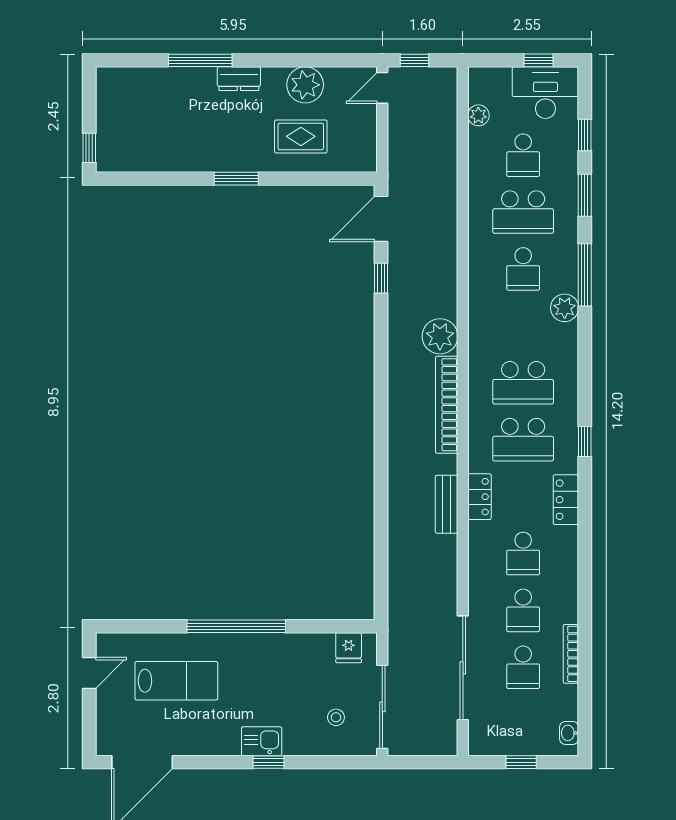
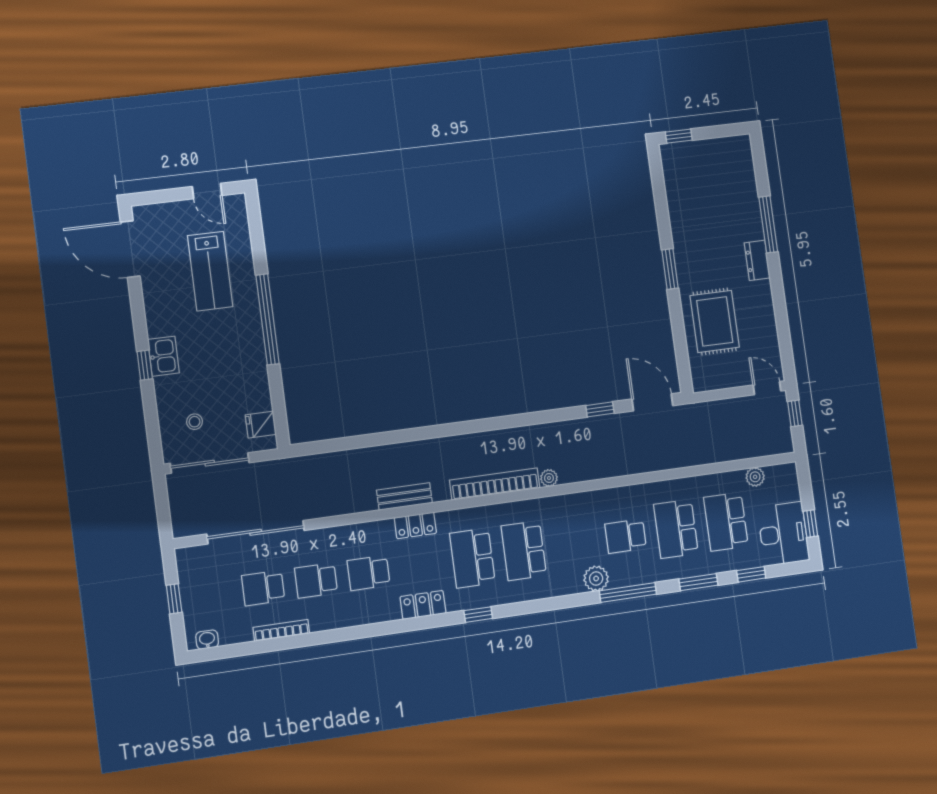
plant: (305, 85) -> (760, 320), removed
rug: (301, 136) -> (715, 321), width x1.36, depth x1.43
school desk: (523, 155) -> (726, 522), width x1.85
plant: (440, 336) -> (549, 478), width x0.53, depth x0.53

